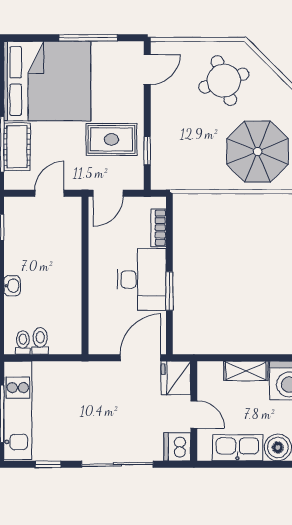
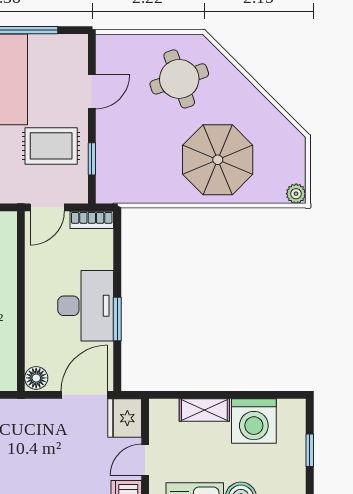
door: (147, 69) -> (92, 92), moved
bookcase: (158, 228) -> (92, 220), moved, turned -90
floor lamp: (98, 343) -> (36, 378), added
door: (194, 415) -> (145, 460), swing flipped

